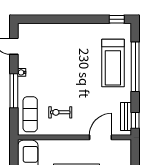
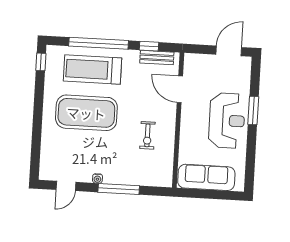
treadmill: (113, 63) -> (93, 69), turned 180
exercise mat: (30, 114) -> (86, 113), moved, width x2.00, depth x1.45
window: (135, 120) -> (149, 46), moved

